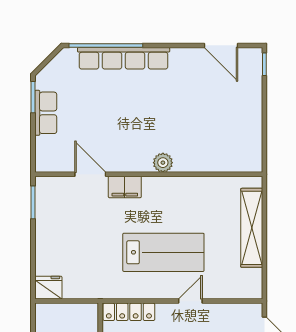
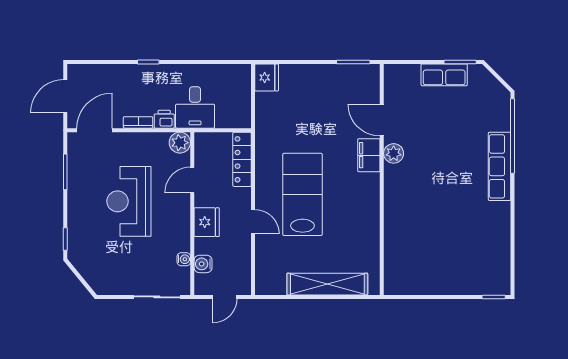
door: (221, 45) -> (513, 253), removed
row of seats: (124, 58) -> (500, 166), width x0.73
plant: (163, 163) -> (394, 153), moved
door: (90, 174) -> (382, 120), swing flipped
lab bench: (163, 252) -> (302, 194), turned 180

